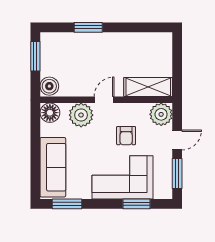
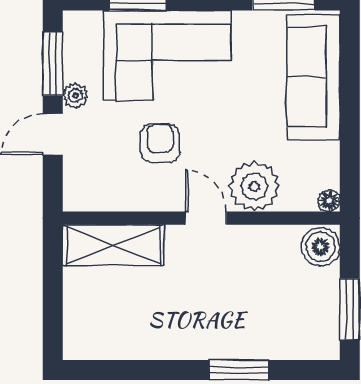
door: (104, 100) -> (206, 218), swing flipped
floor lamp: (50, 113) -> (329, 201), width x0.53, depth x0.53
plant: (161, 114) -> (75, 96), moved, width x0.53, depth x0.53

